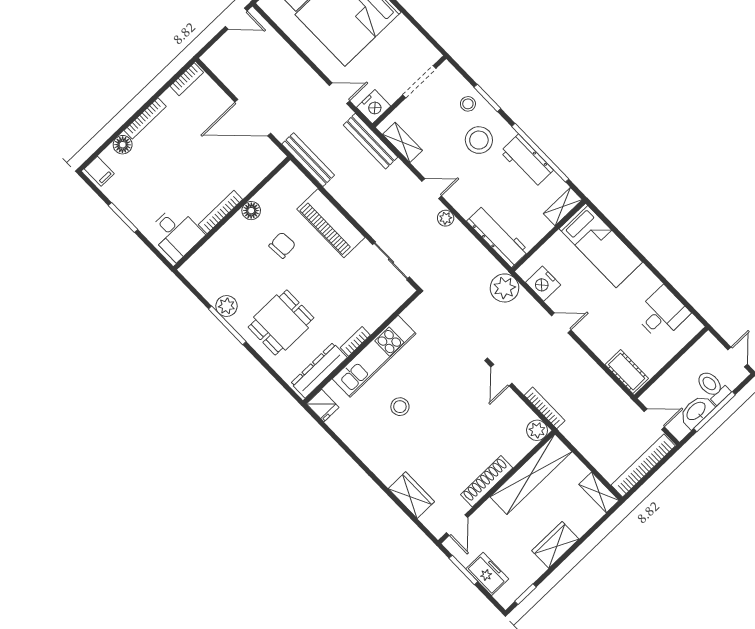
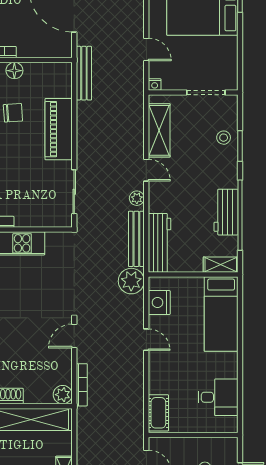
nightstand: (374, 107) -> (155, 84), width x0.53, depth x0.56
stool: (479, 140) -> (208, 168), removed
bench: (370, 141) -> (136, 239), moved
shelving: (402, 142) -> (159, 130), width x1.50, depth x1.33

